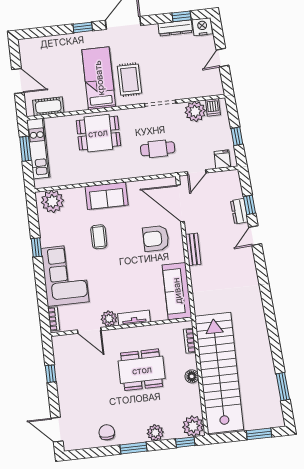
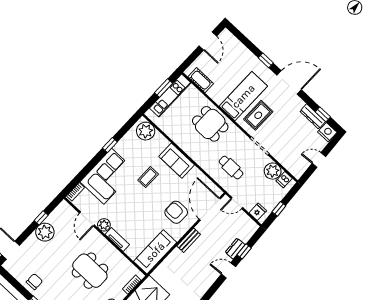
door: (18, 81) -> (208, 41), moved
plant: (68, 382) -> (45, 232), added

